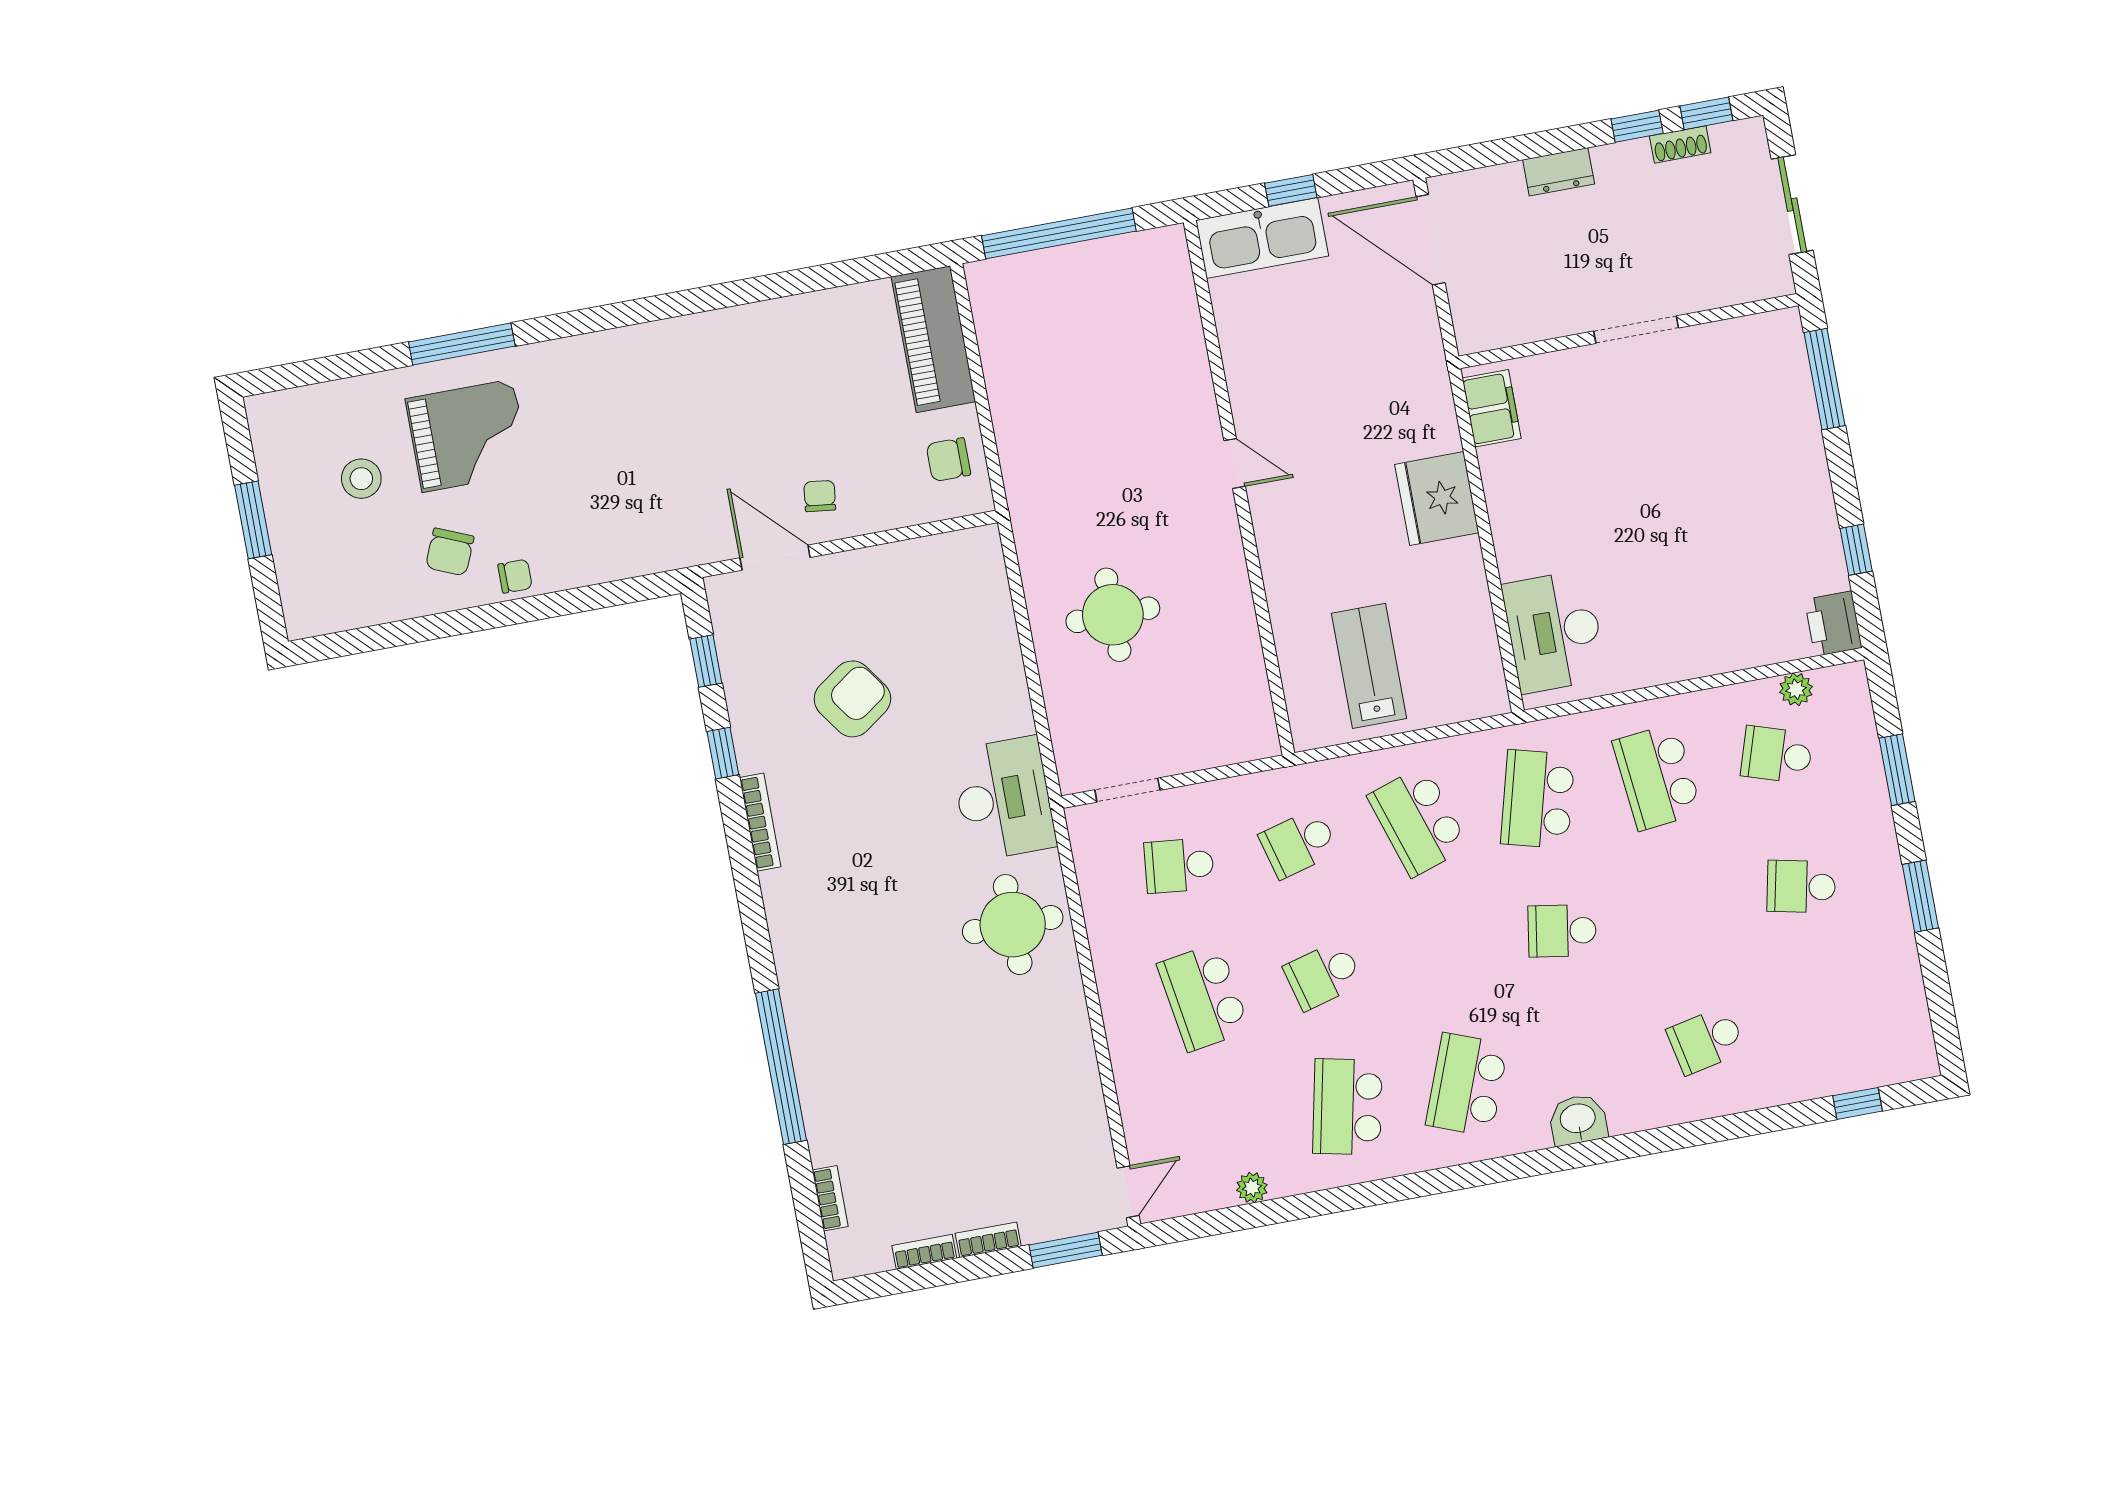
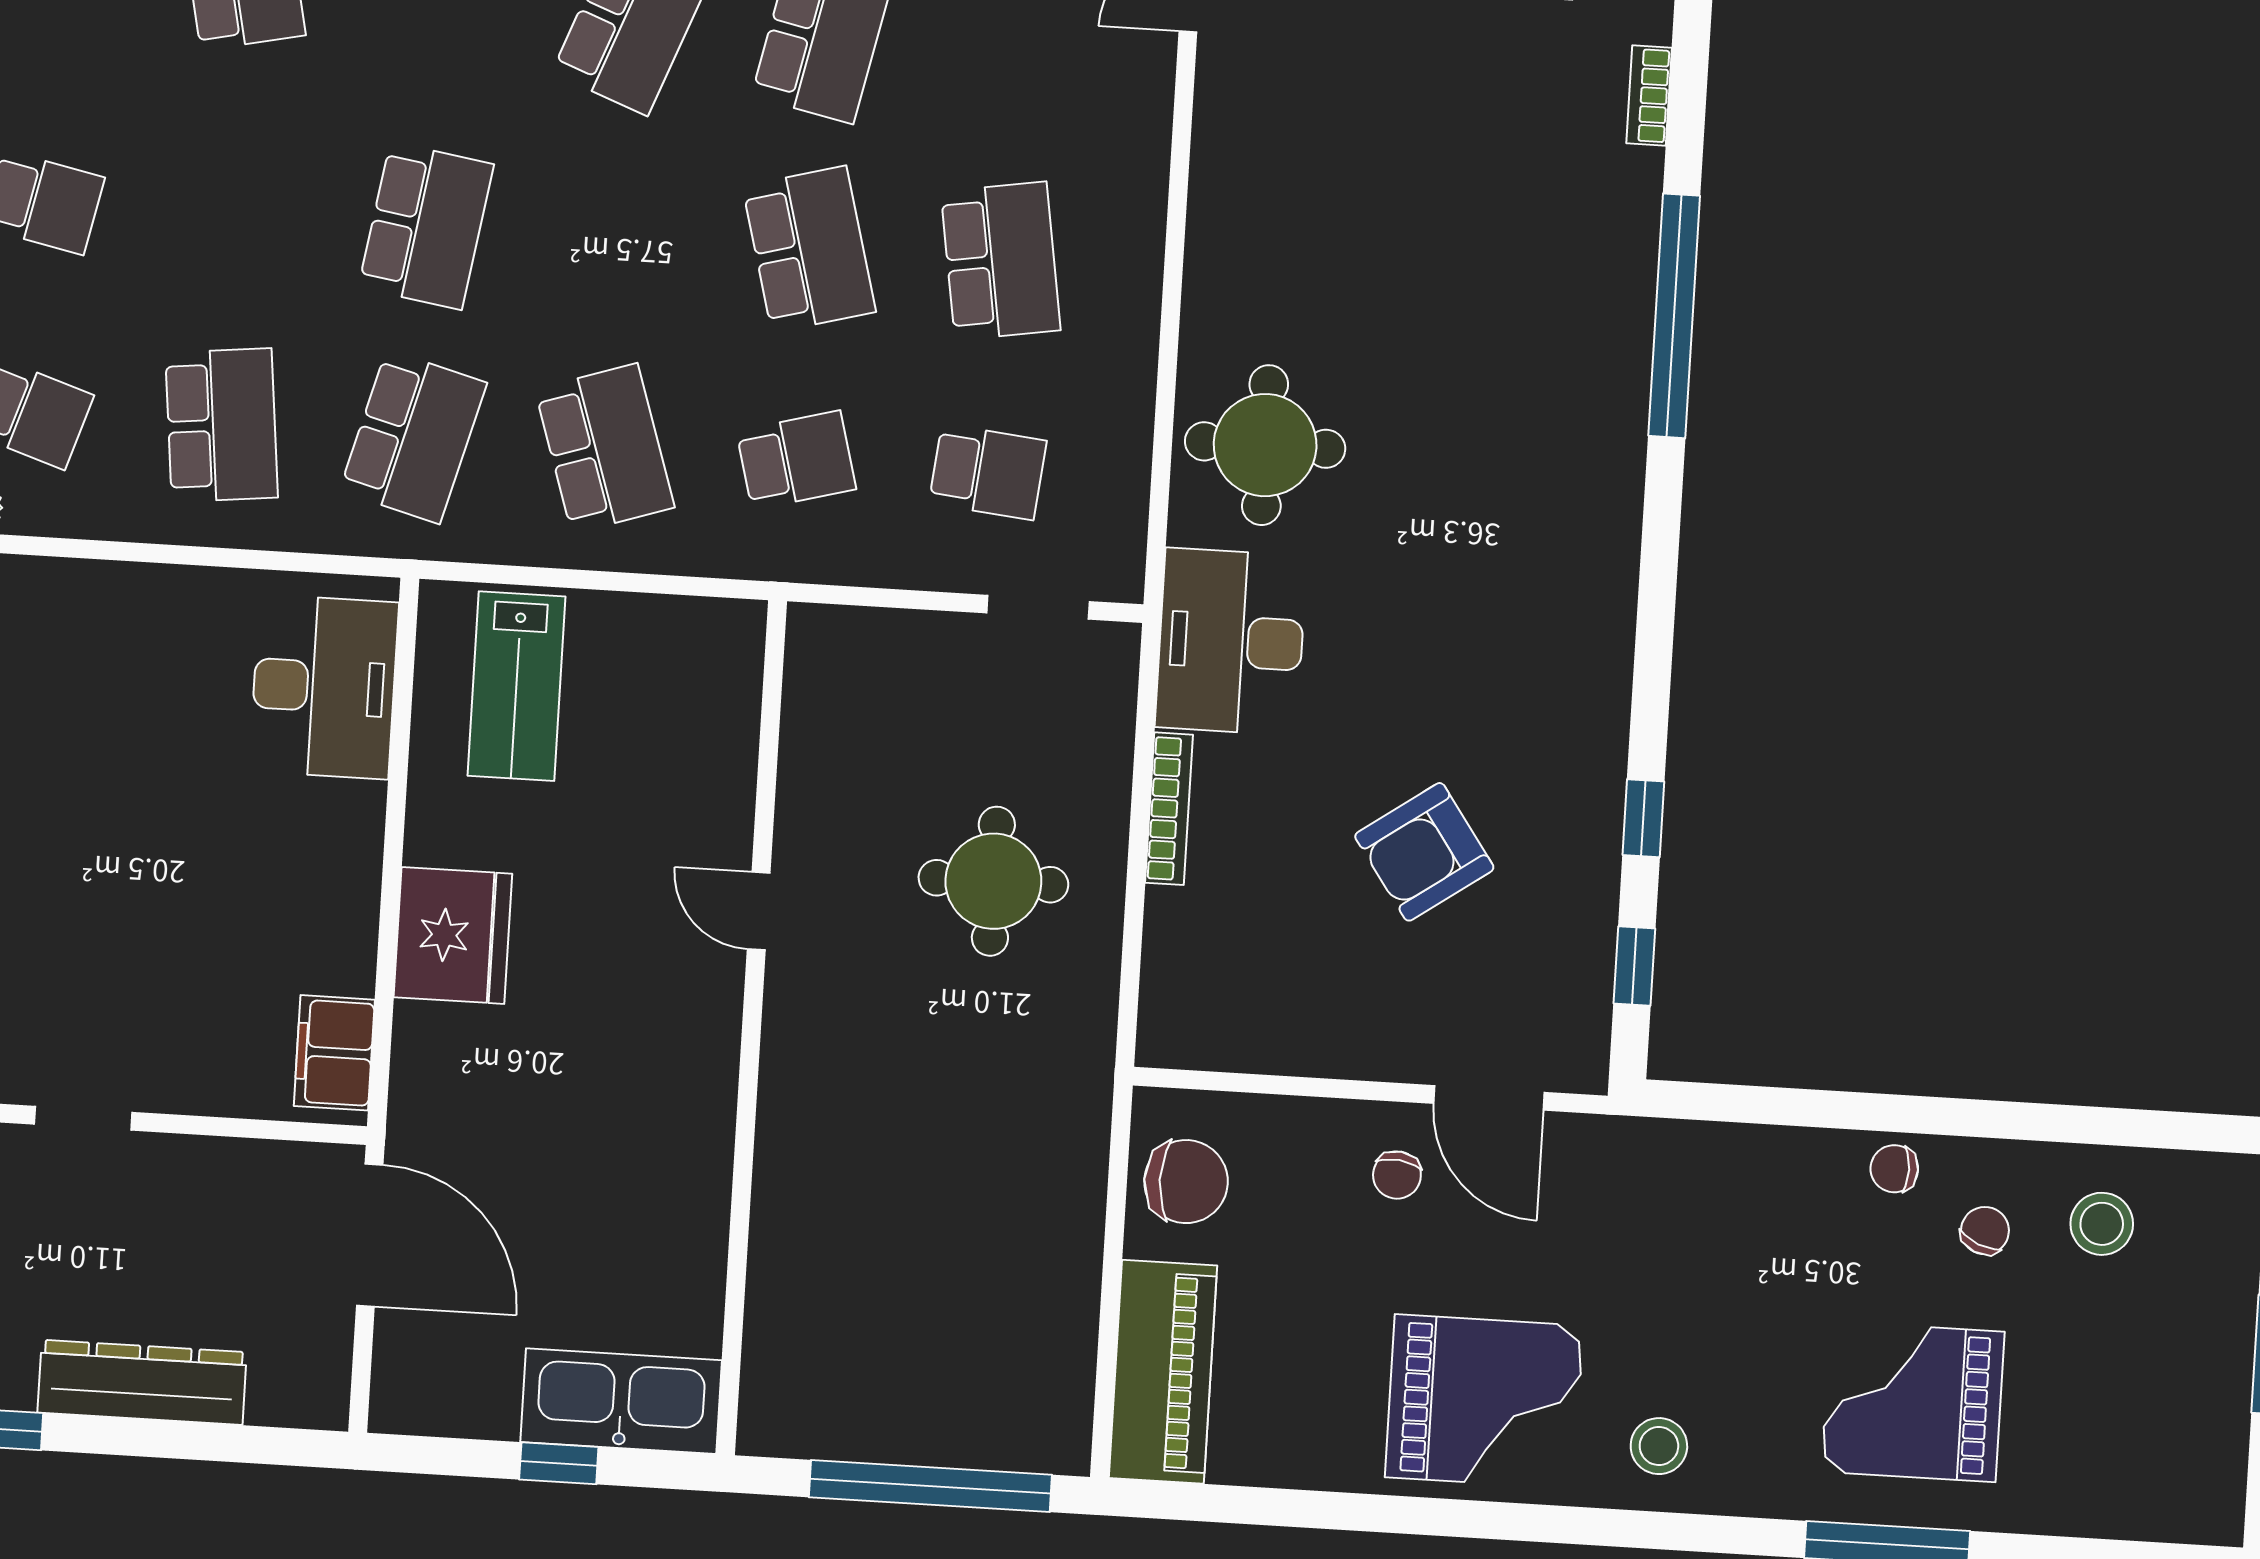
dresser: (1559, 172) -> (142, 1382), width x1.96, depth x1.24
door: (1431, 240) -> (370, 1235), moved
doorway: (1636, 330) -> (83, 1118), width x0.73
stool: (617, 370) -> (1659, 1446), added
grand piano: (731, 370) -> (1484, 1401), added
chair: (948, 460) -> (1186, 1182), width x1.37, depth x1.37
door: (1235, 463) -> (759, 911), moved
stool: (361, 479) -> (2102, 1224), moved
chair: (450, 552) -> (1985, 1231), width x0.73, depth x0.73
lab bench: (1369, 666) -> (517, 686), moved
bookcase: (760, 822) -> (1169, 809), moved, turned 180
school desk: (1562, 931) -> (426, 226), width x1.85
school desk: (1323, 975) -> (809, 249), width x1.85

